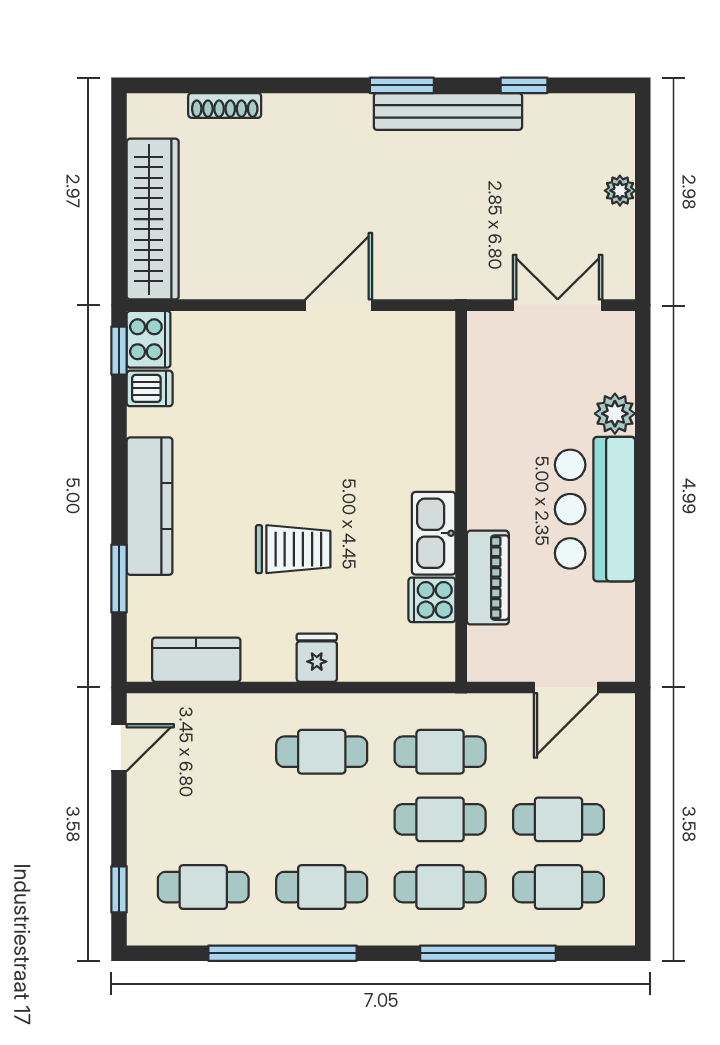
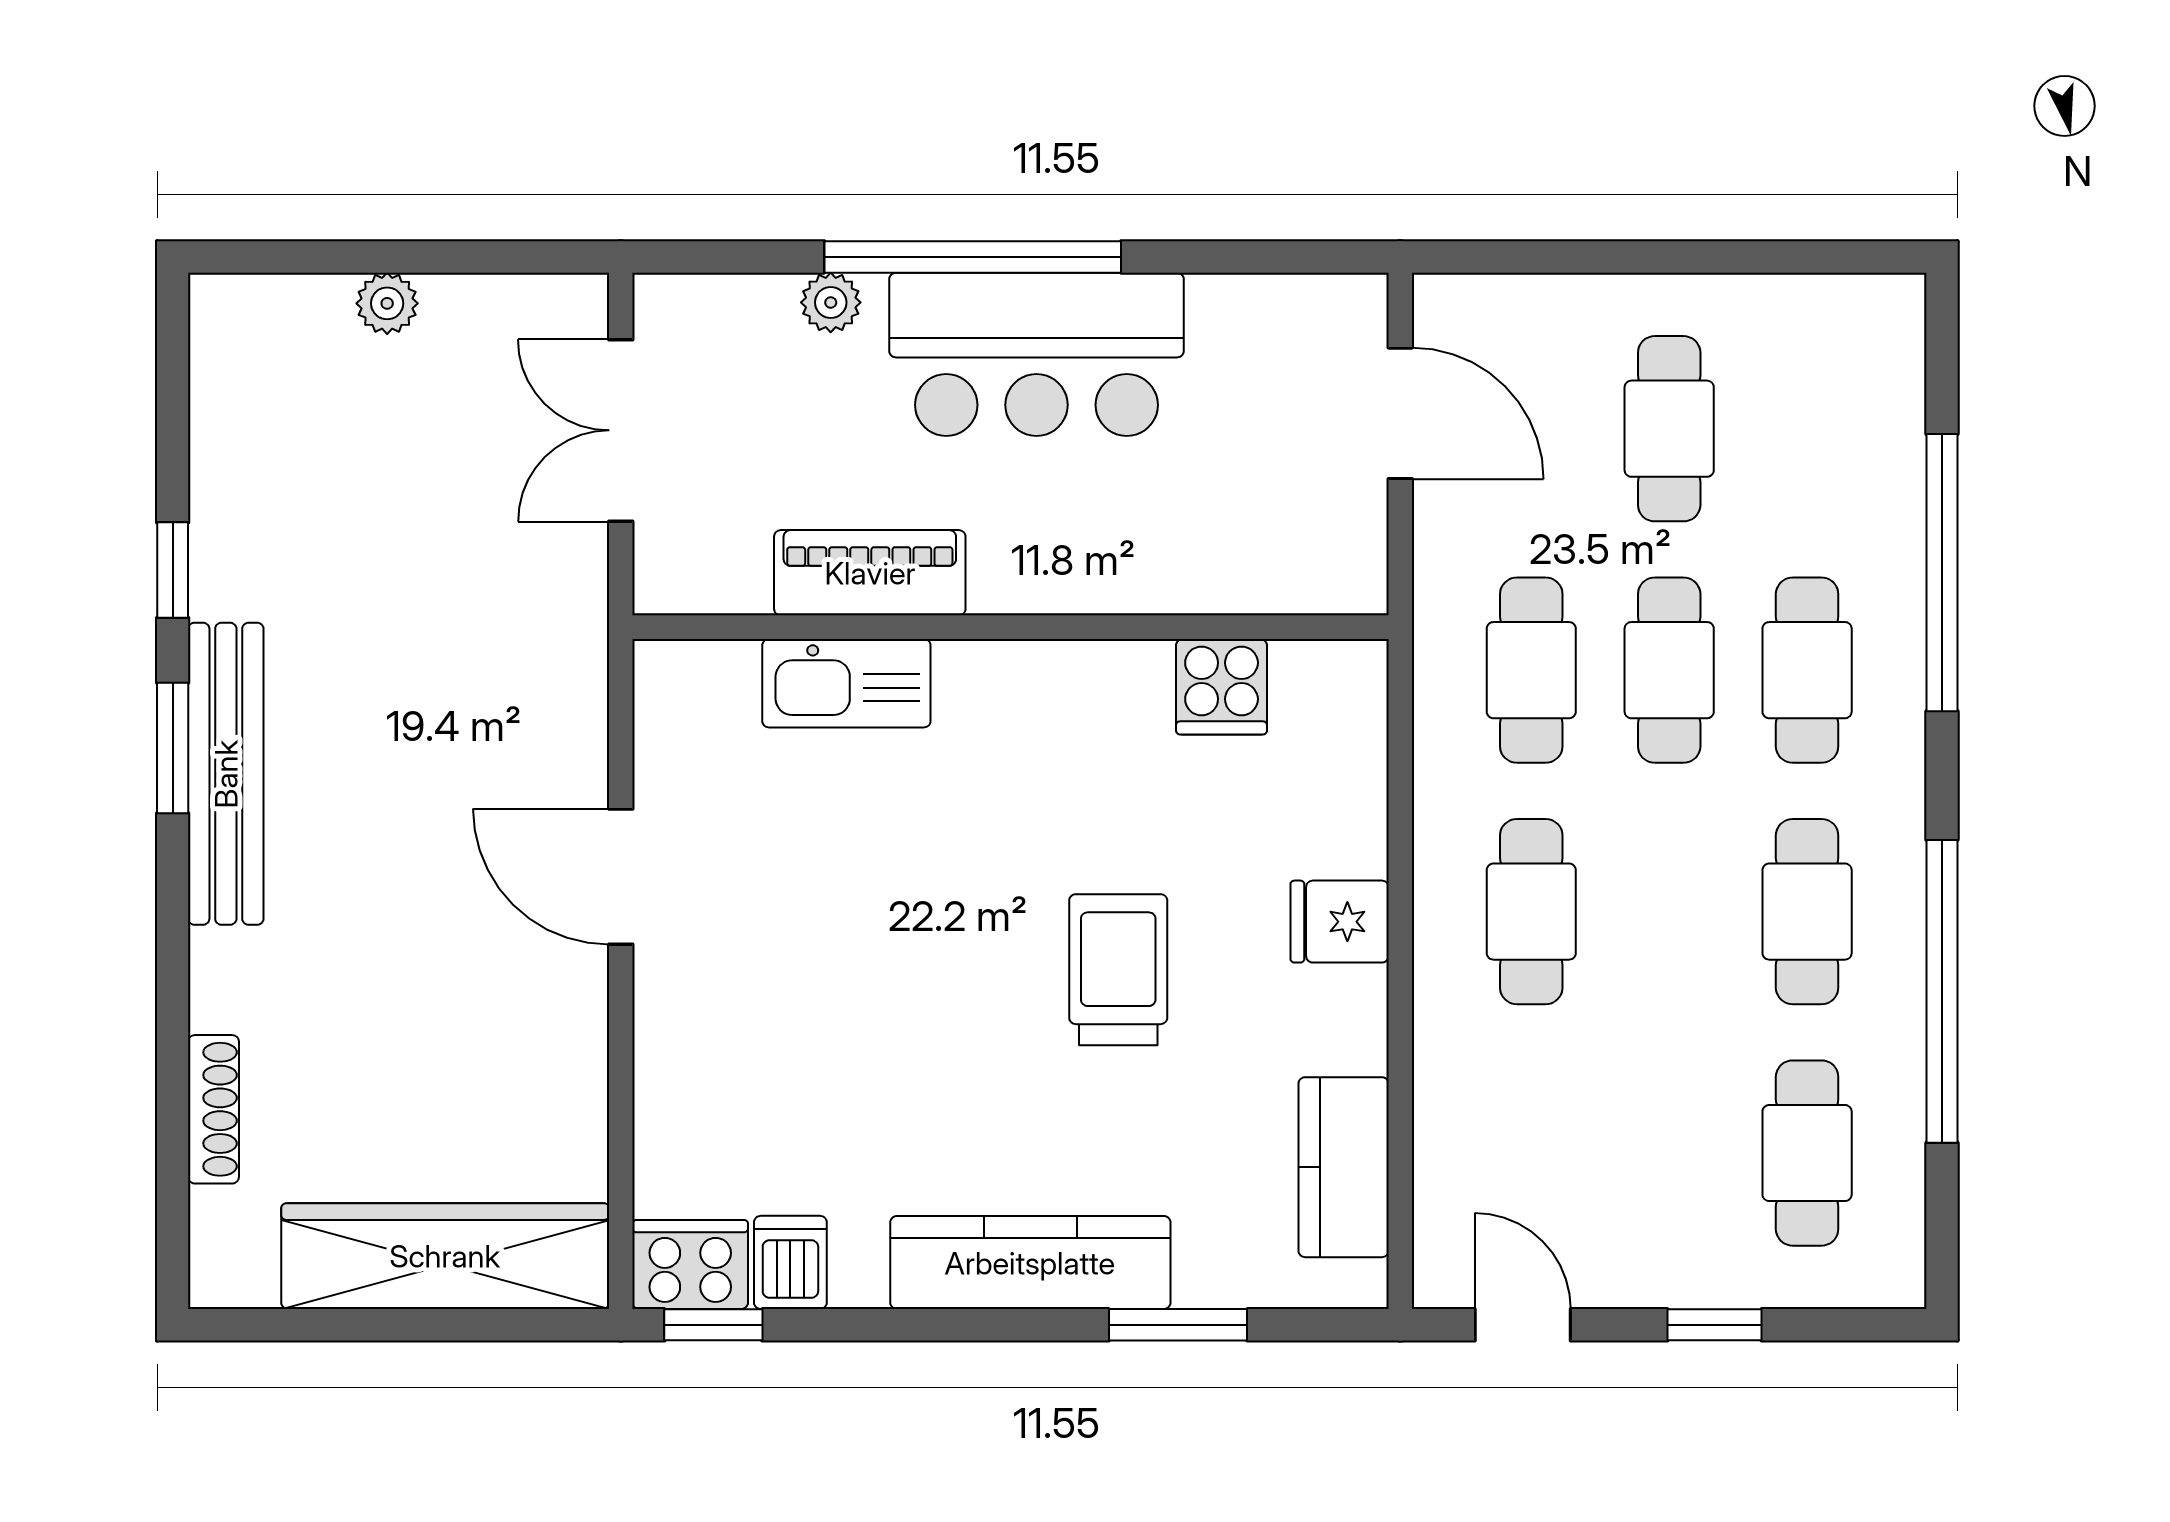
window: (524, 85) -> (173, 570), moved
bench: (448, 111) -> (226, 774), moved
plant: (615, 414) -> (831, 302), width x0.73, depth x0.73
window: (643, 478) -> (973, 257), added
kitchen sink: (434, 533) -> (846, 683), moved
piano: (488, 578) -> (870, 573), moved
cafe table: (558, 887) -> (1807, 429), removed
window: (119, 889) -> (1715, 1325), moved

